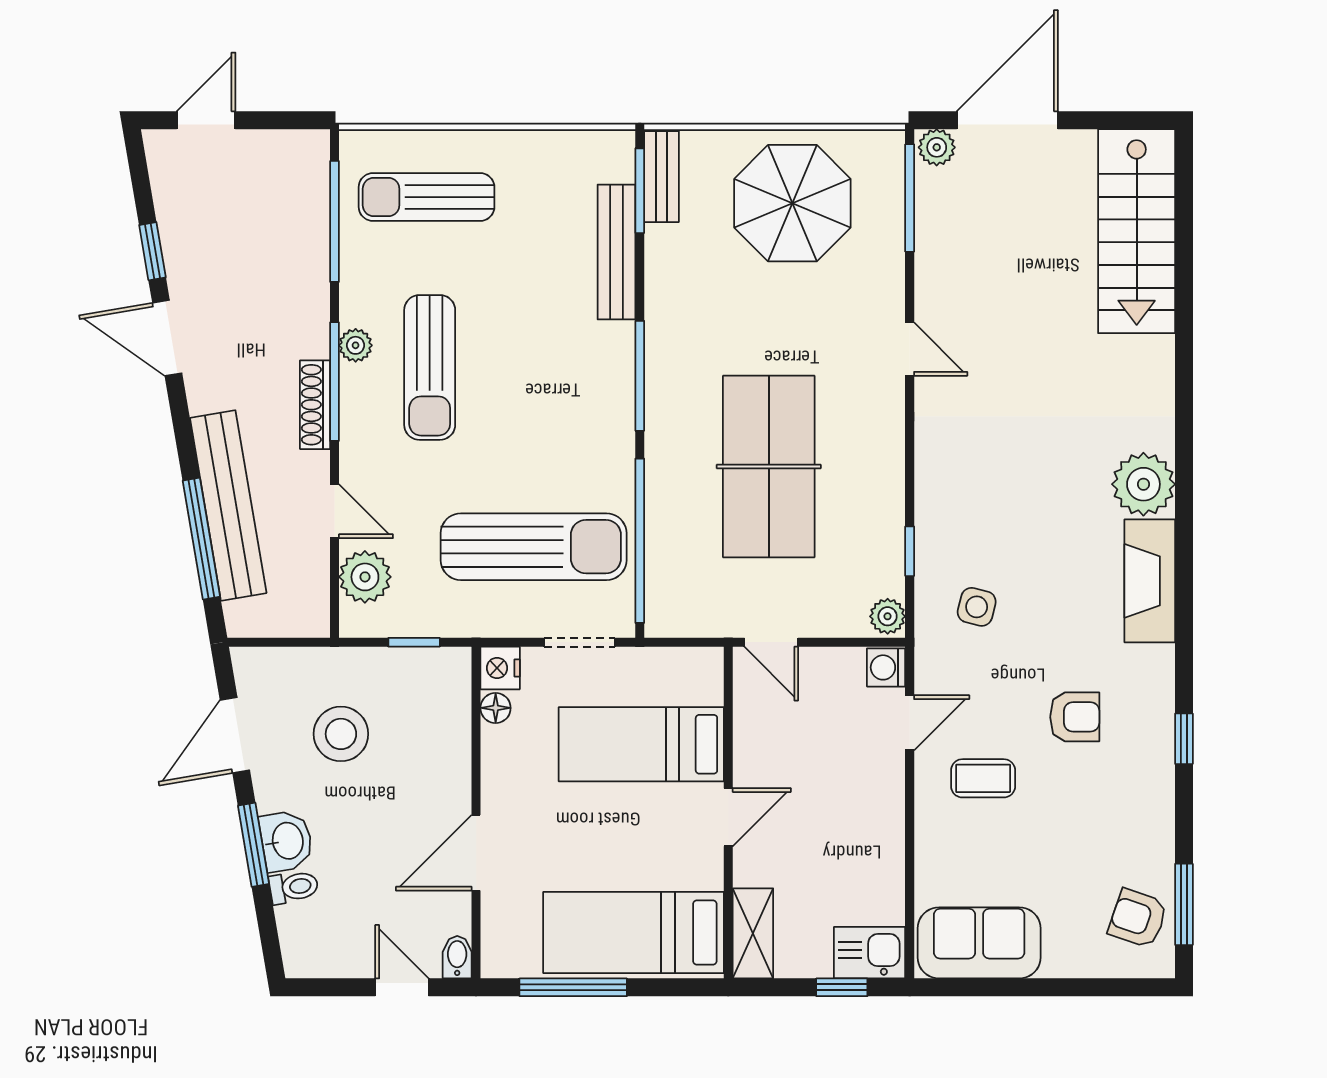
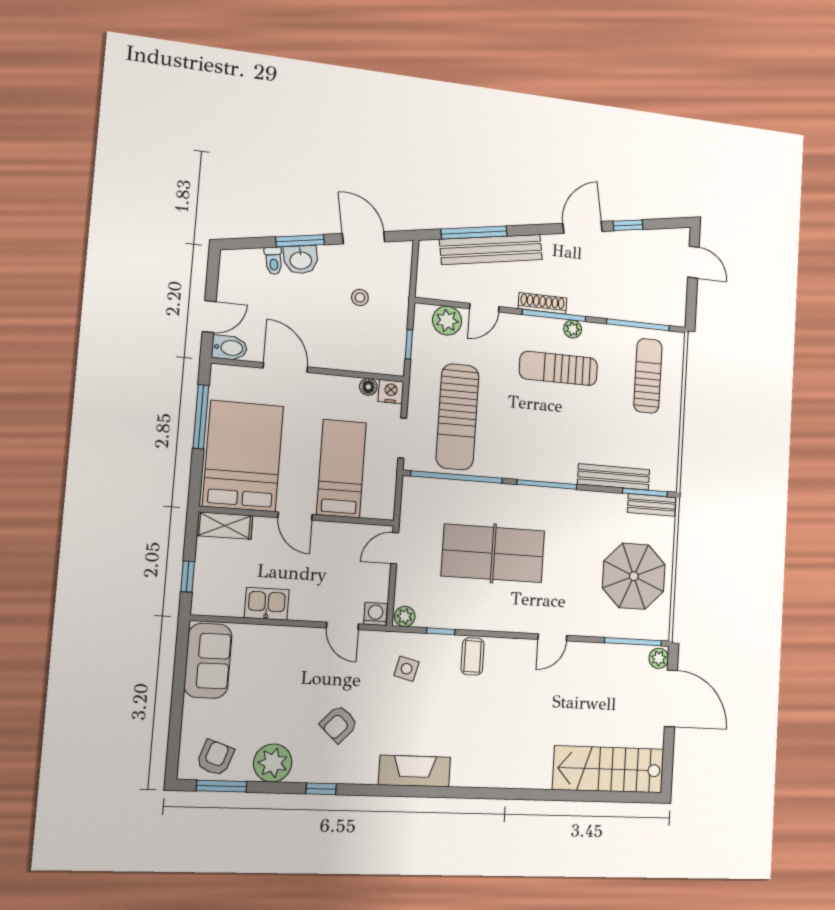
plant: (1143, 484) -> (273, 763), moved
armchair: (1075, 717) -> (339, 724), turned 43
stool: (341, 734) -> (360, 298), width x0.53, depth x0.53
coffee table: (983, 778) -> (473, 656), moved
bed: (634, 933) -> (243, 456), width x1.50
kitchen sink: (870, 953) -> (267, 604), moved, turned -90
bidet: (457, 957) -> (229, 348), width x1.38, depth x1.36

